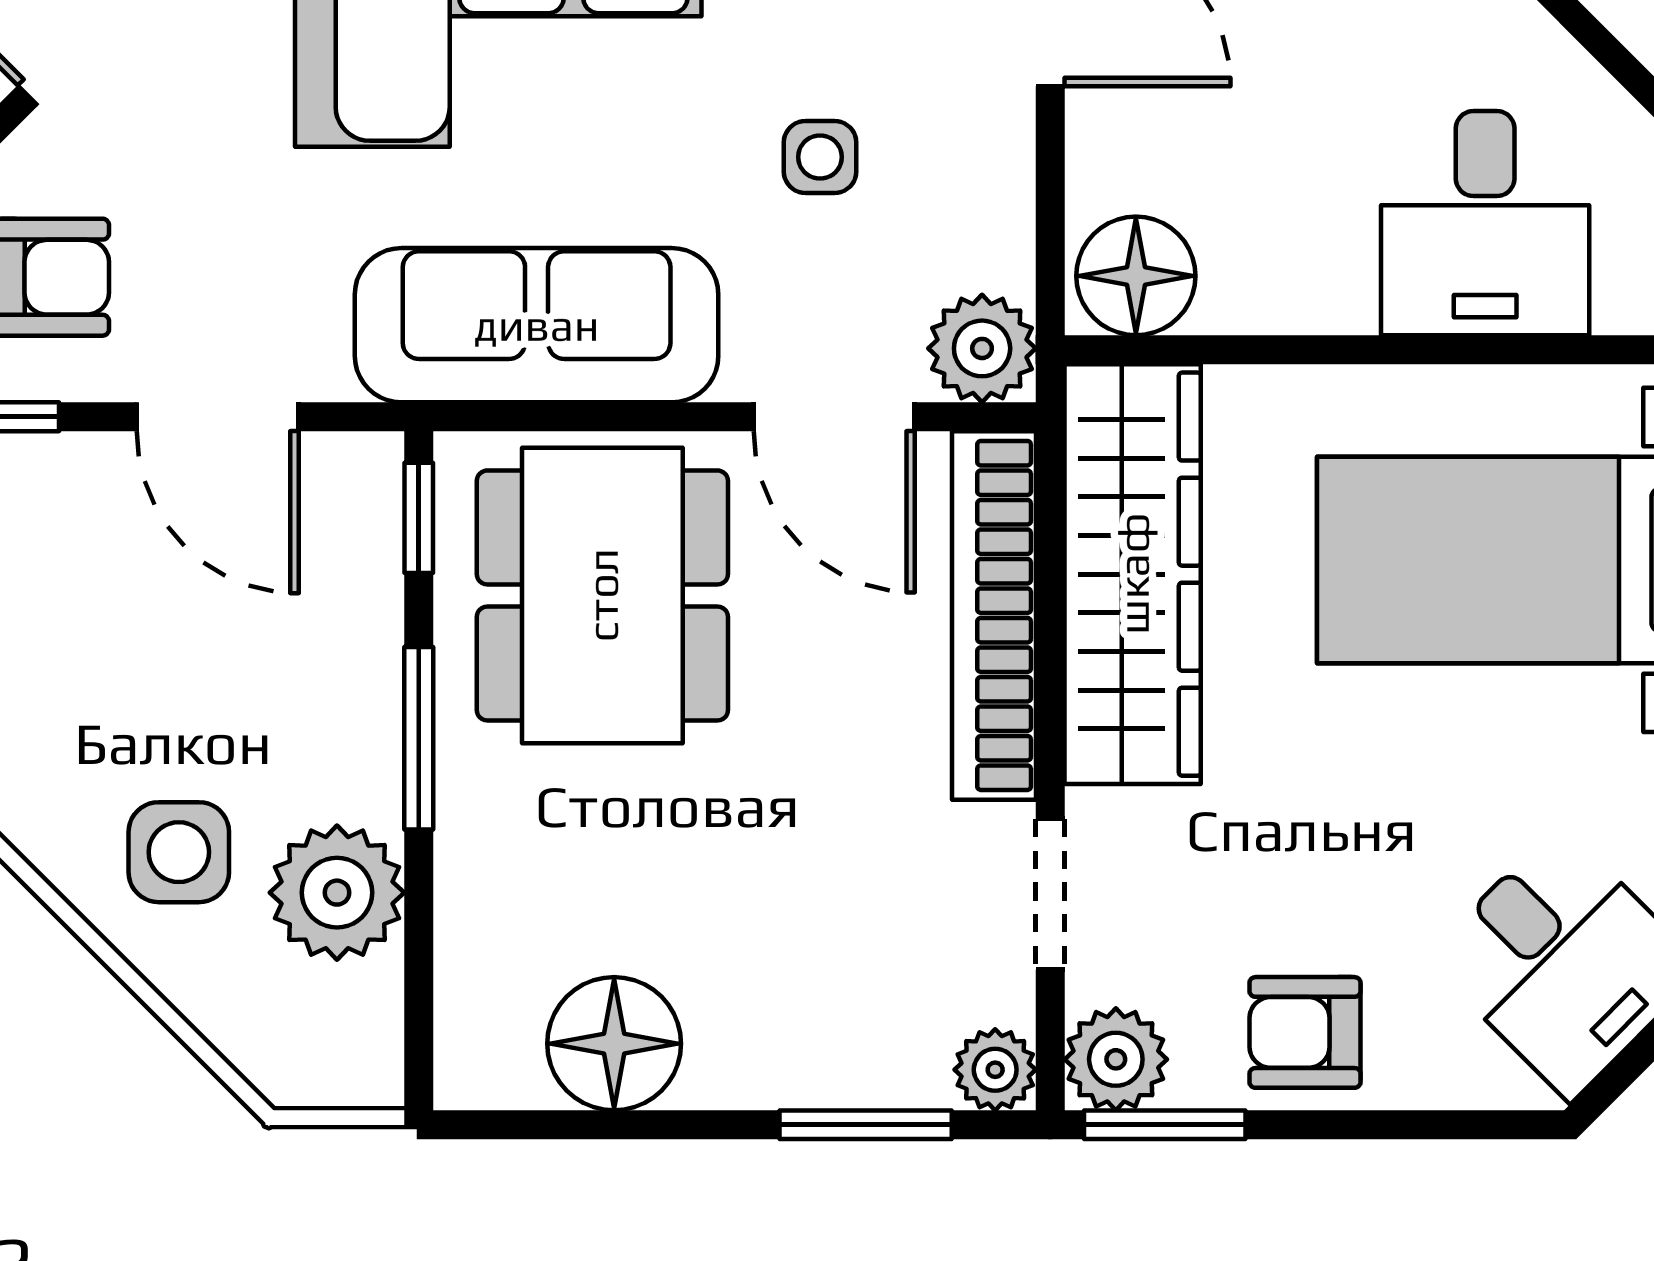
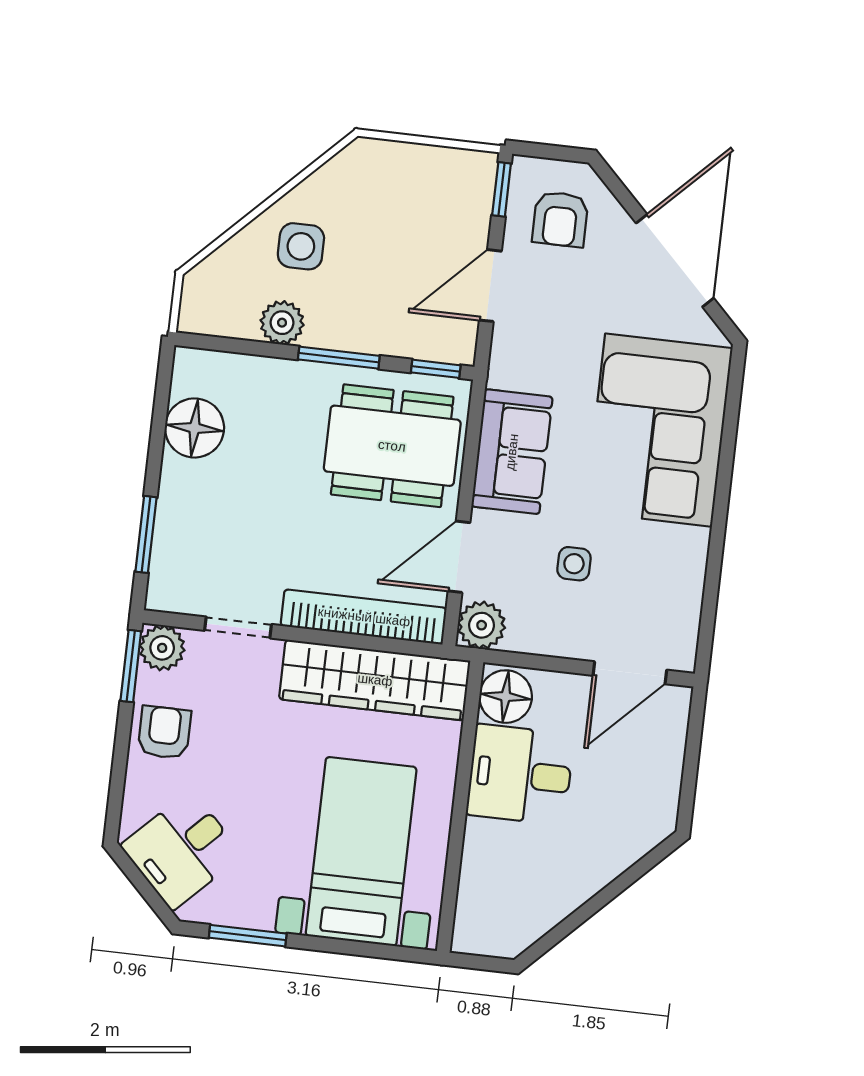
desk: (1485, 223) -> (520, 775), moved
sofa: (537, 325) -> (512, 452), width x0.73
plant: (337, 893) -> (282, 323), width x0.73, depth x0.73
plant: (995, 1070) -> (164, 594), removed

